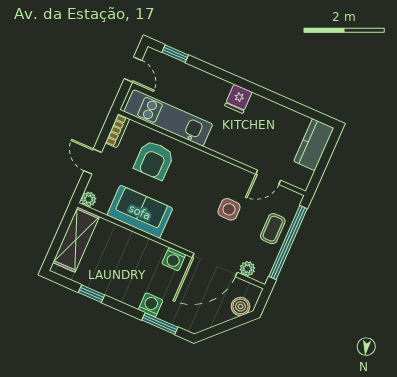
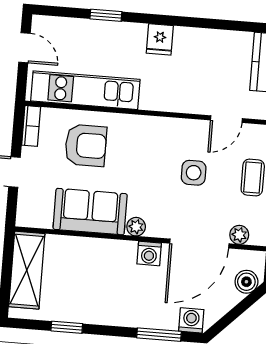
window: (175, 54) -> (106, 15), moved
armchair: (154, 160) -> (86, 145), turned -90
plant: (89, 199) -> (136, 227), moved
washing machine: (151, 305) -> (191, 320), moved

